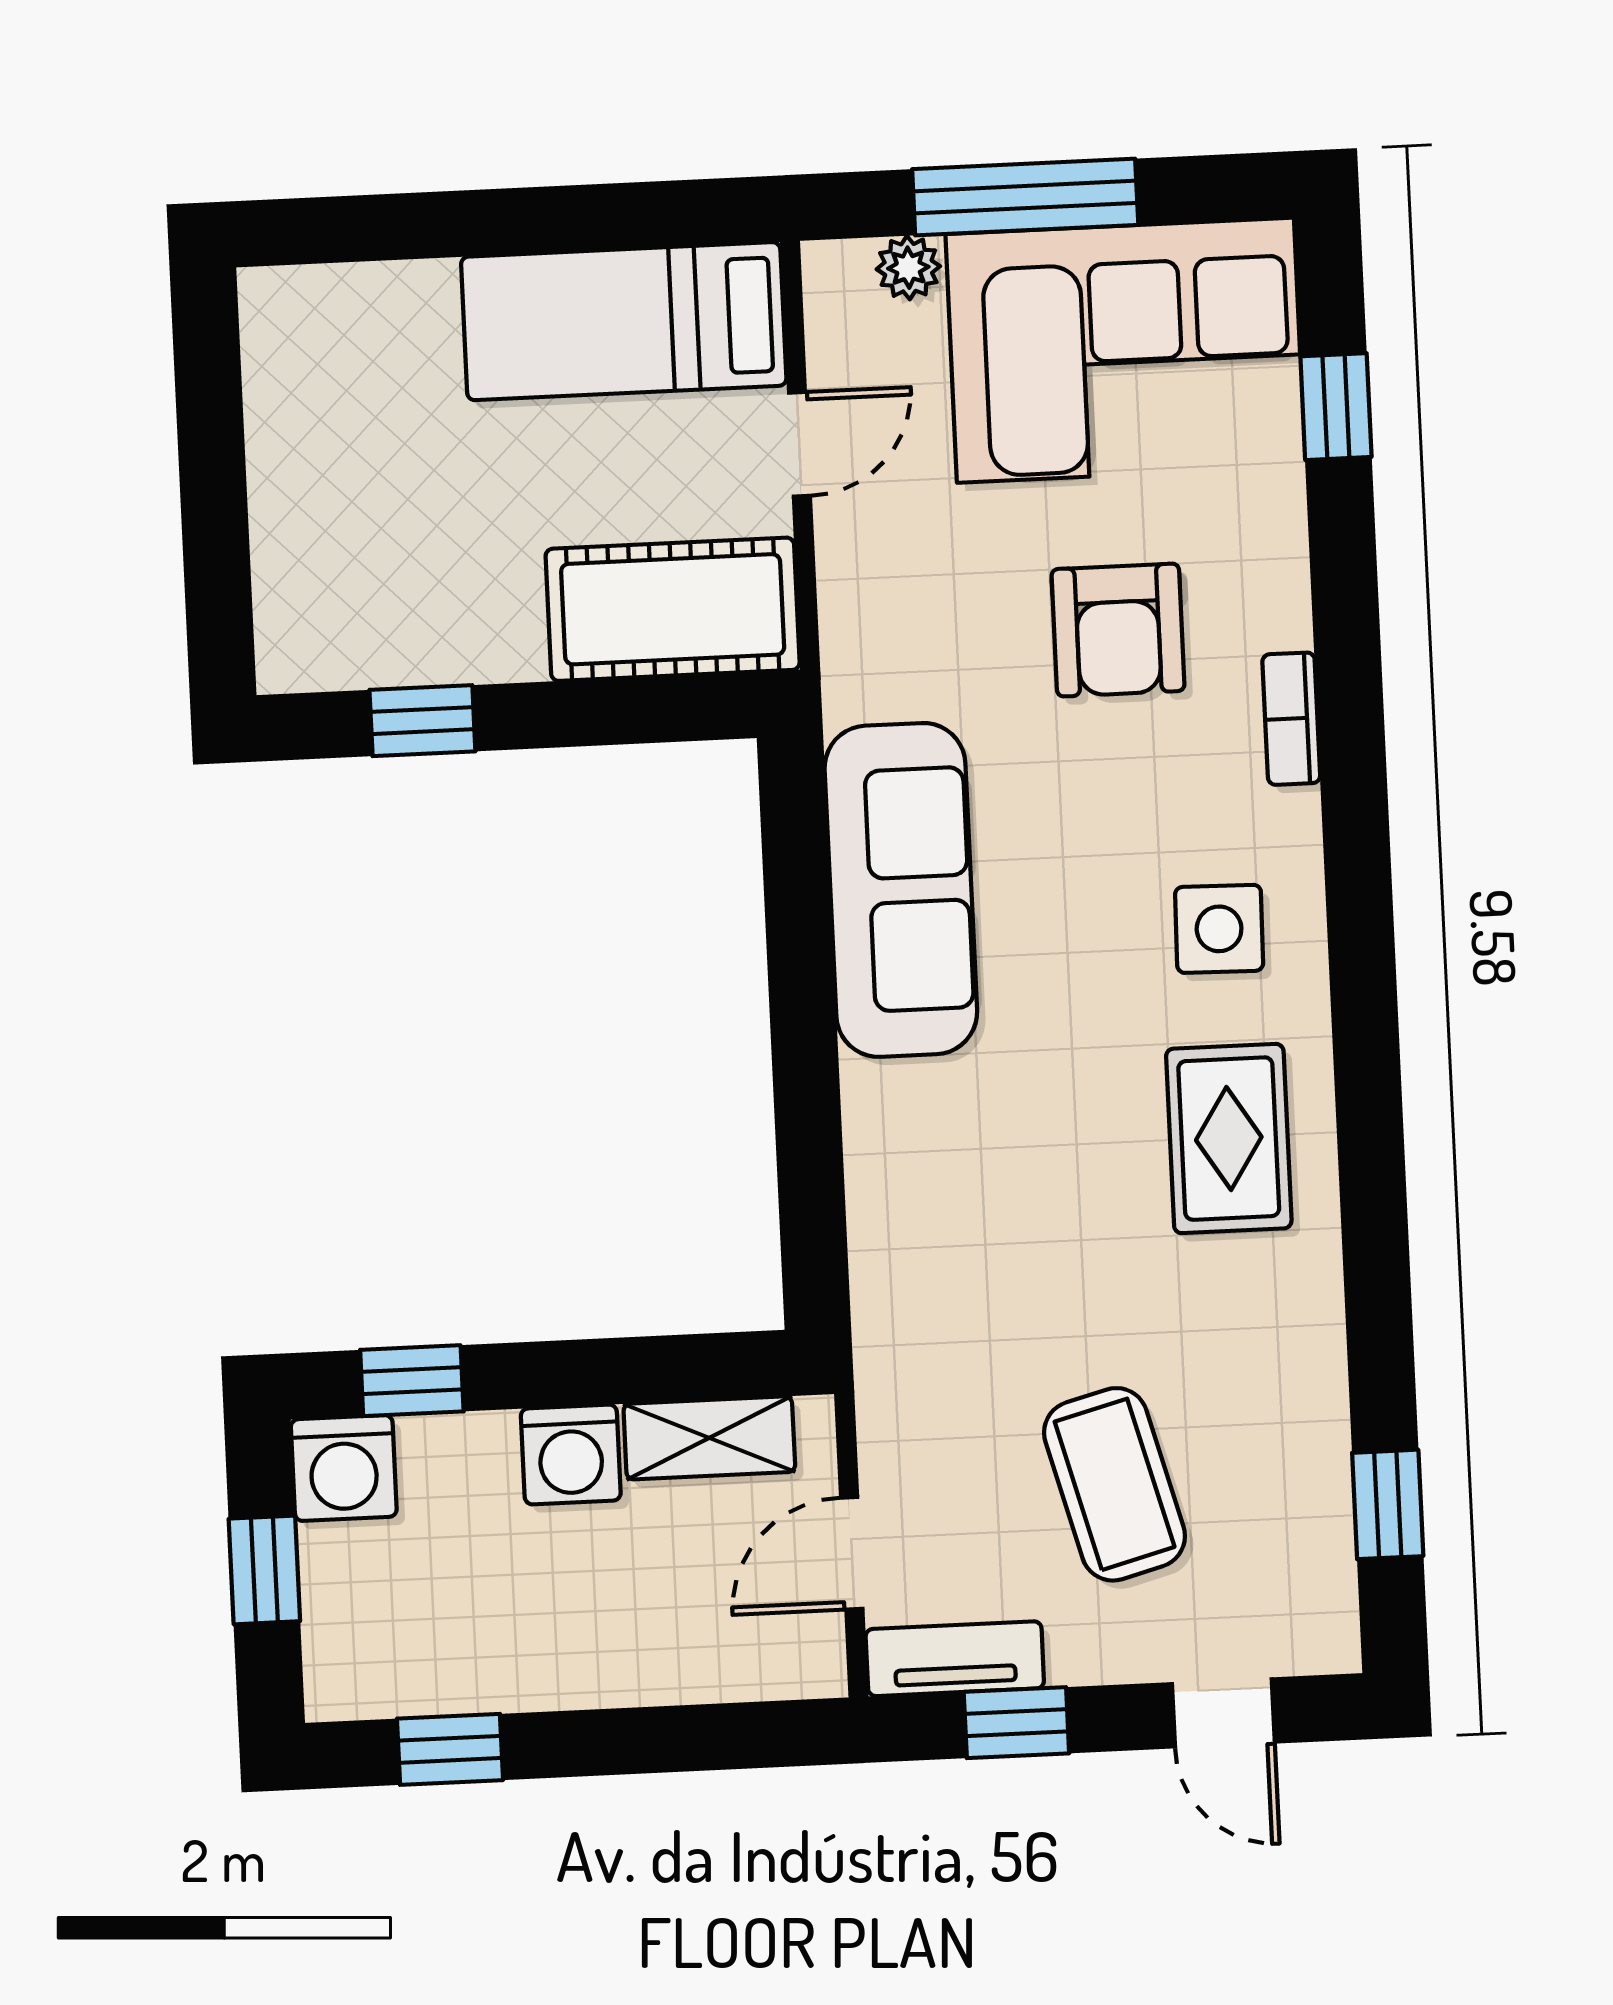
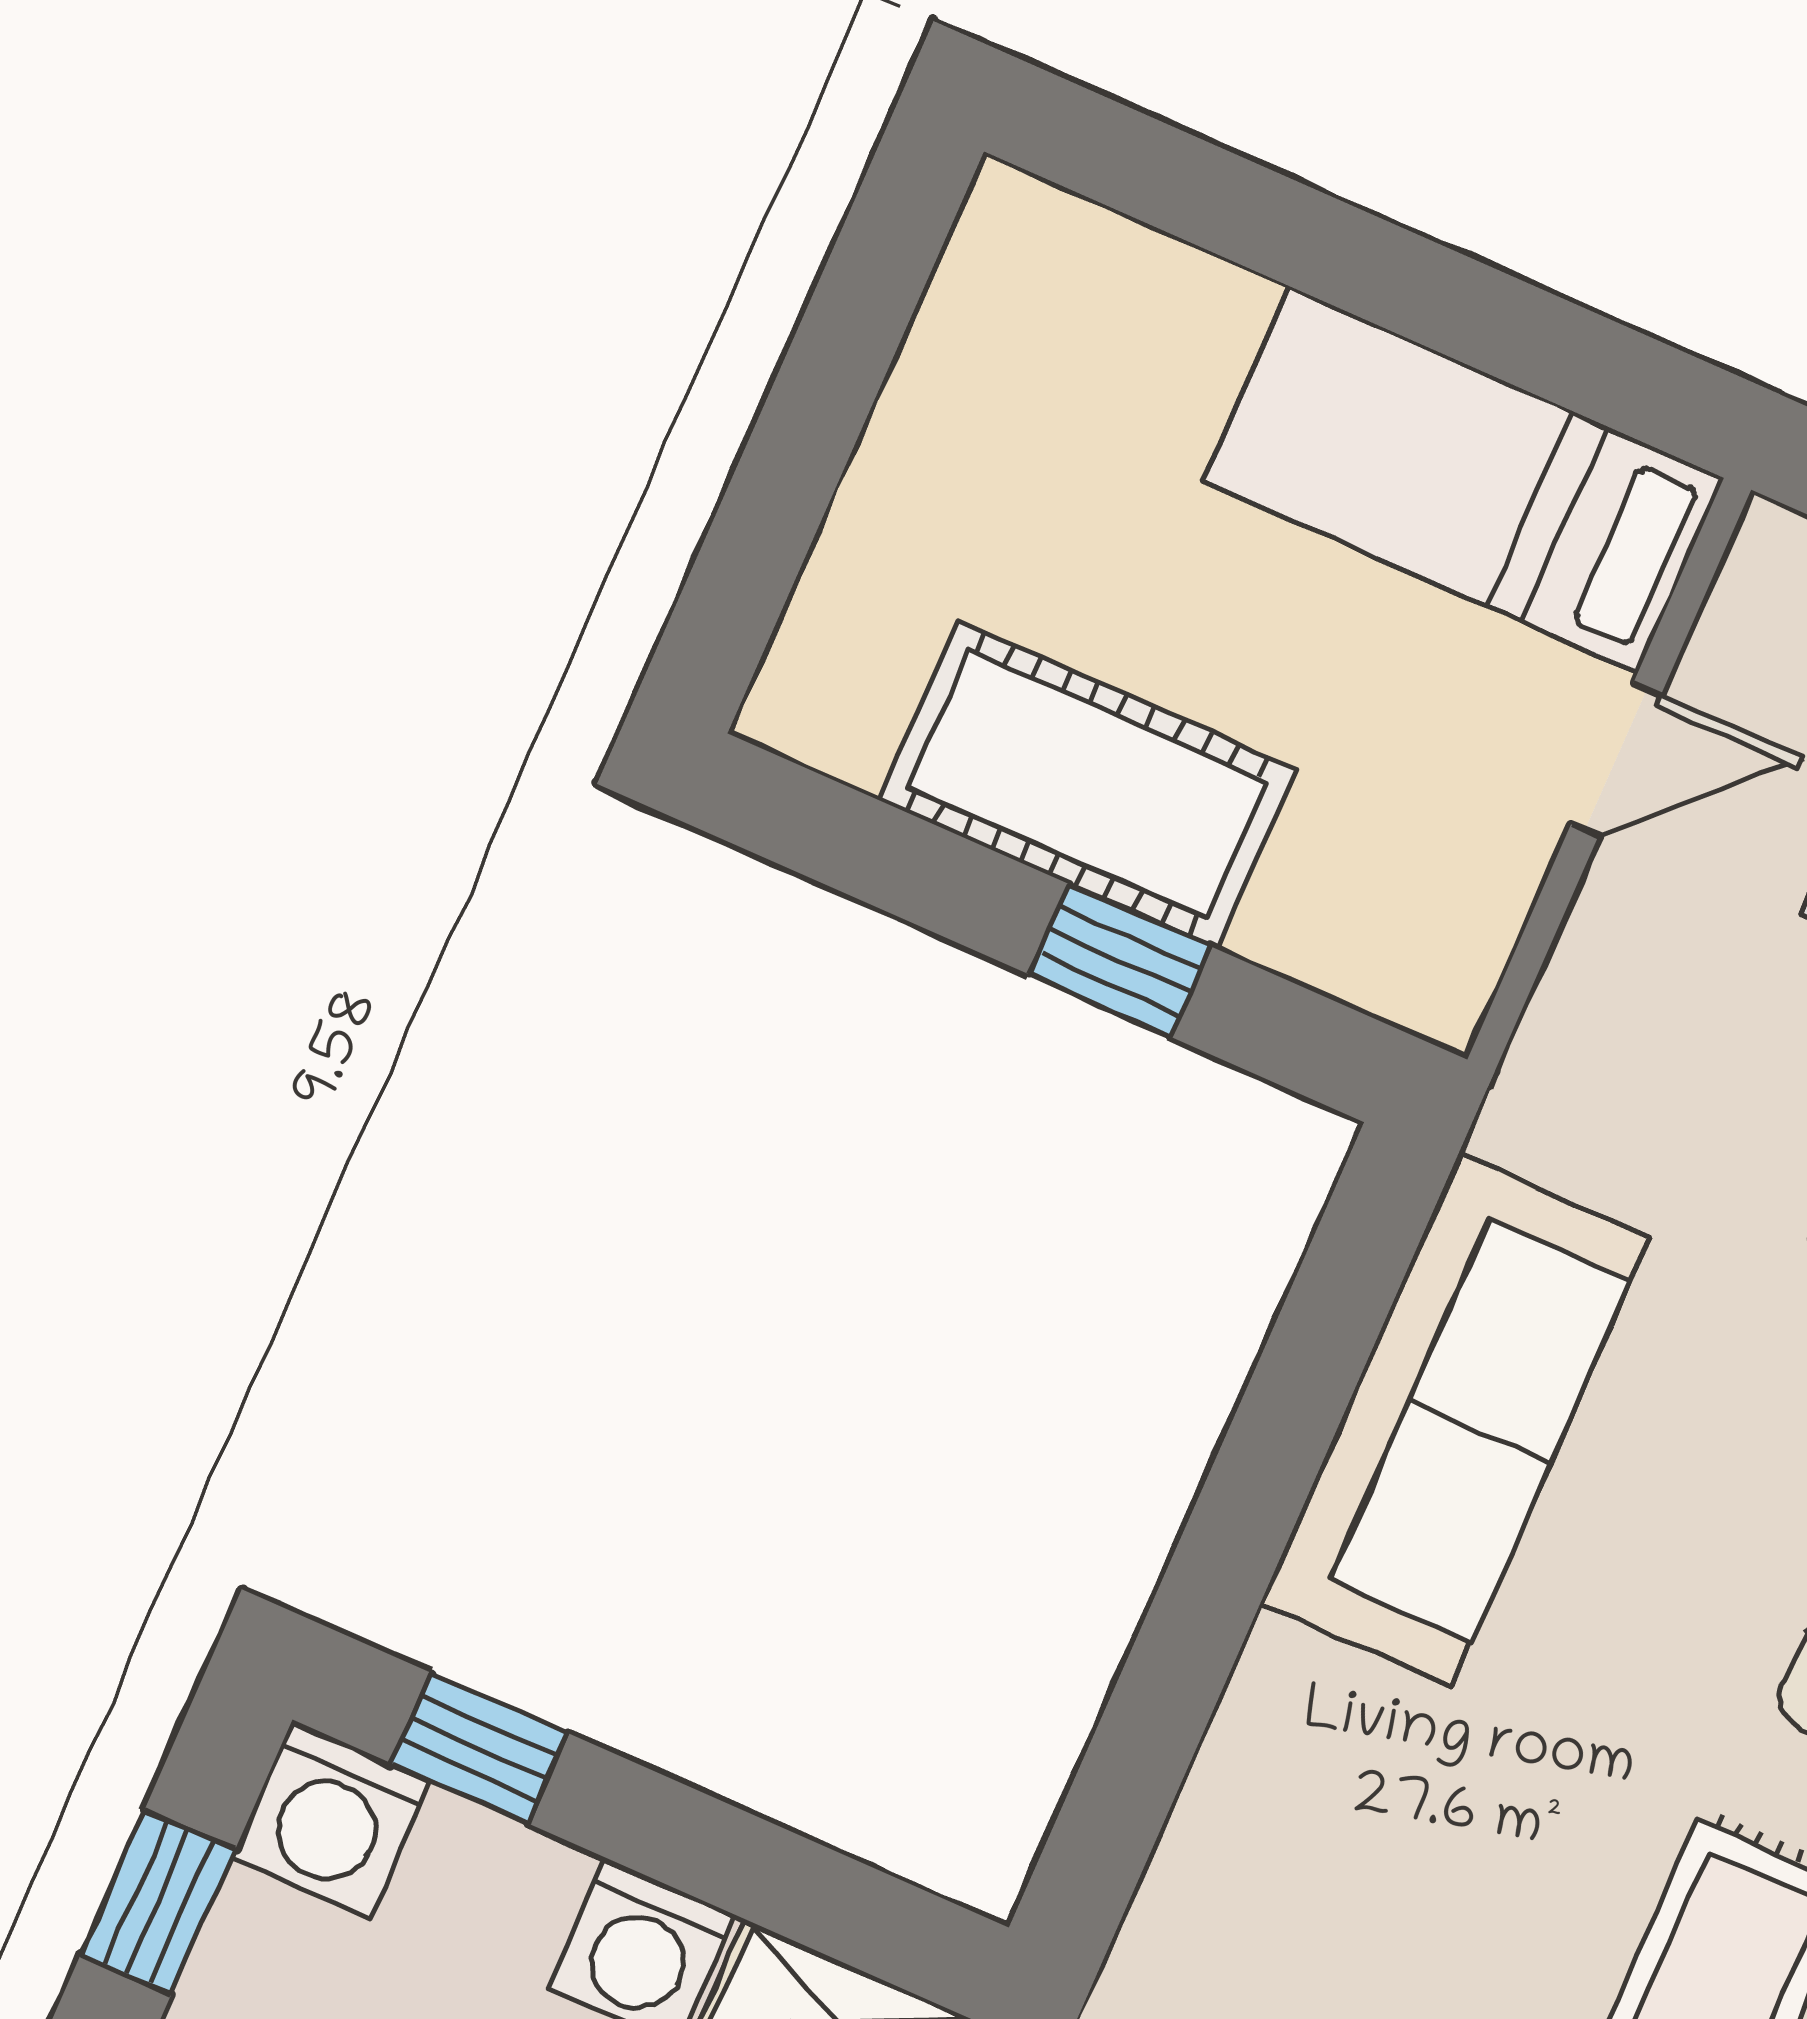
cot: (673, 609) -> (1087, 785), moved
window: (422, 721) -> (1120, 960), moved

